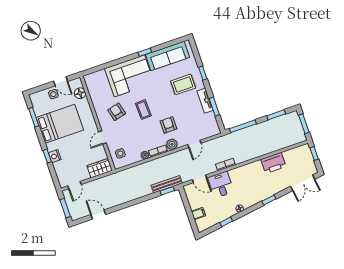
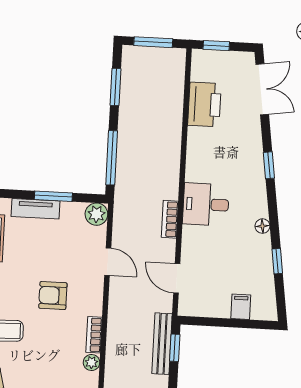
plant: (172, 144) -> (96, 214), moved
printer: (273, 163) -> (204, 104), moved
door: (200, 179) -> (177, 278), swing flipped
desk: (221, 185) -> (206, 204), moved

